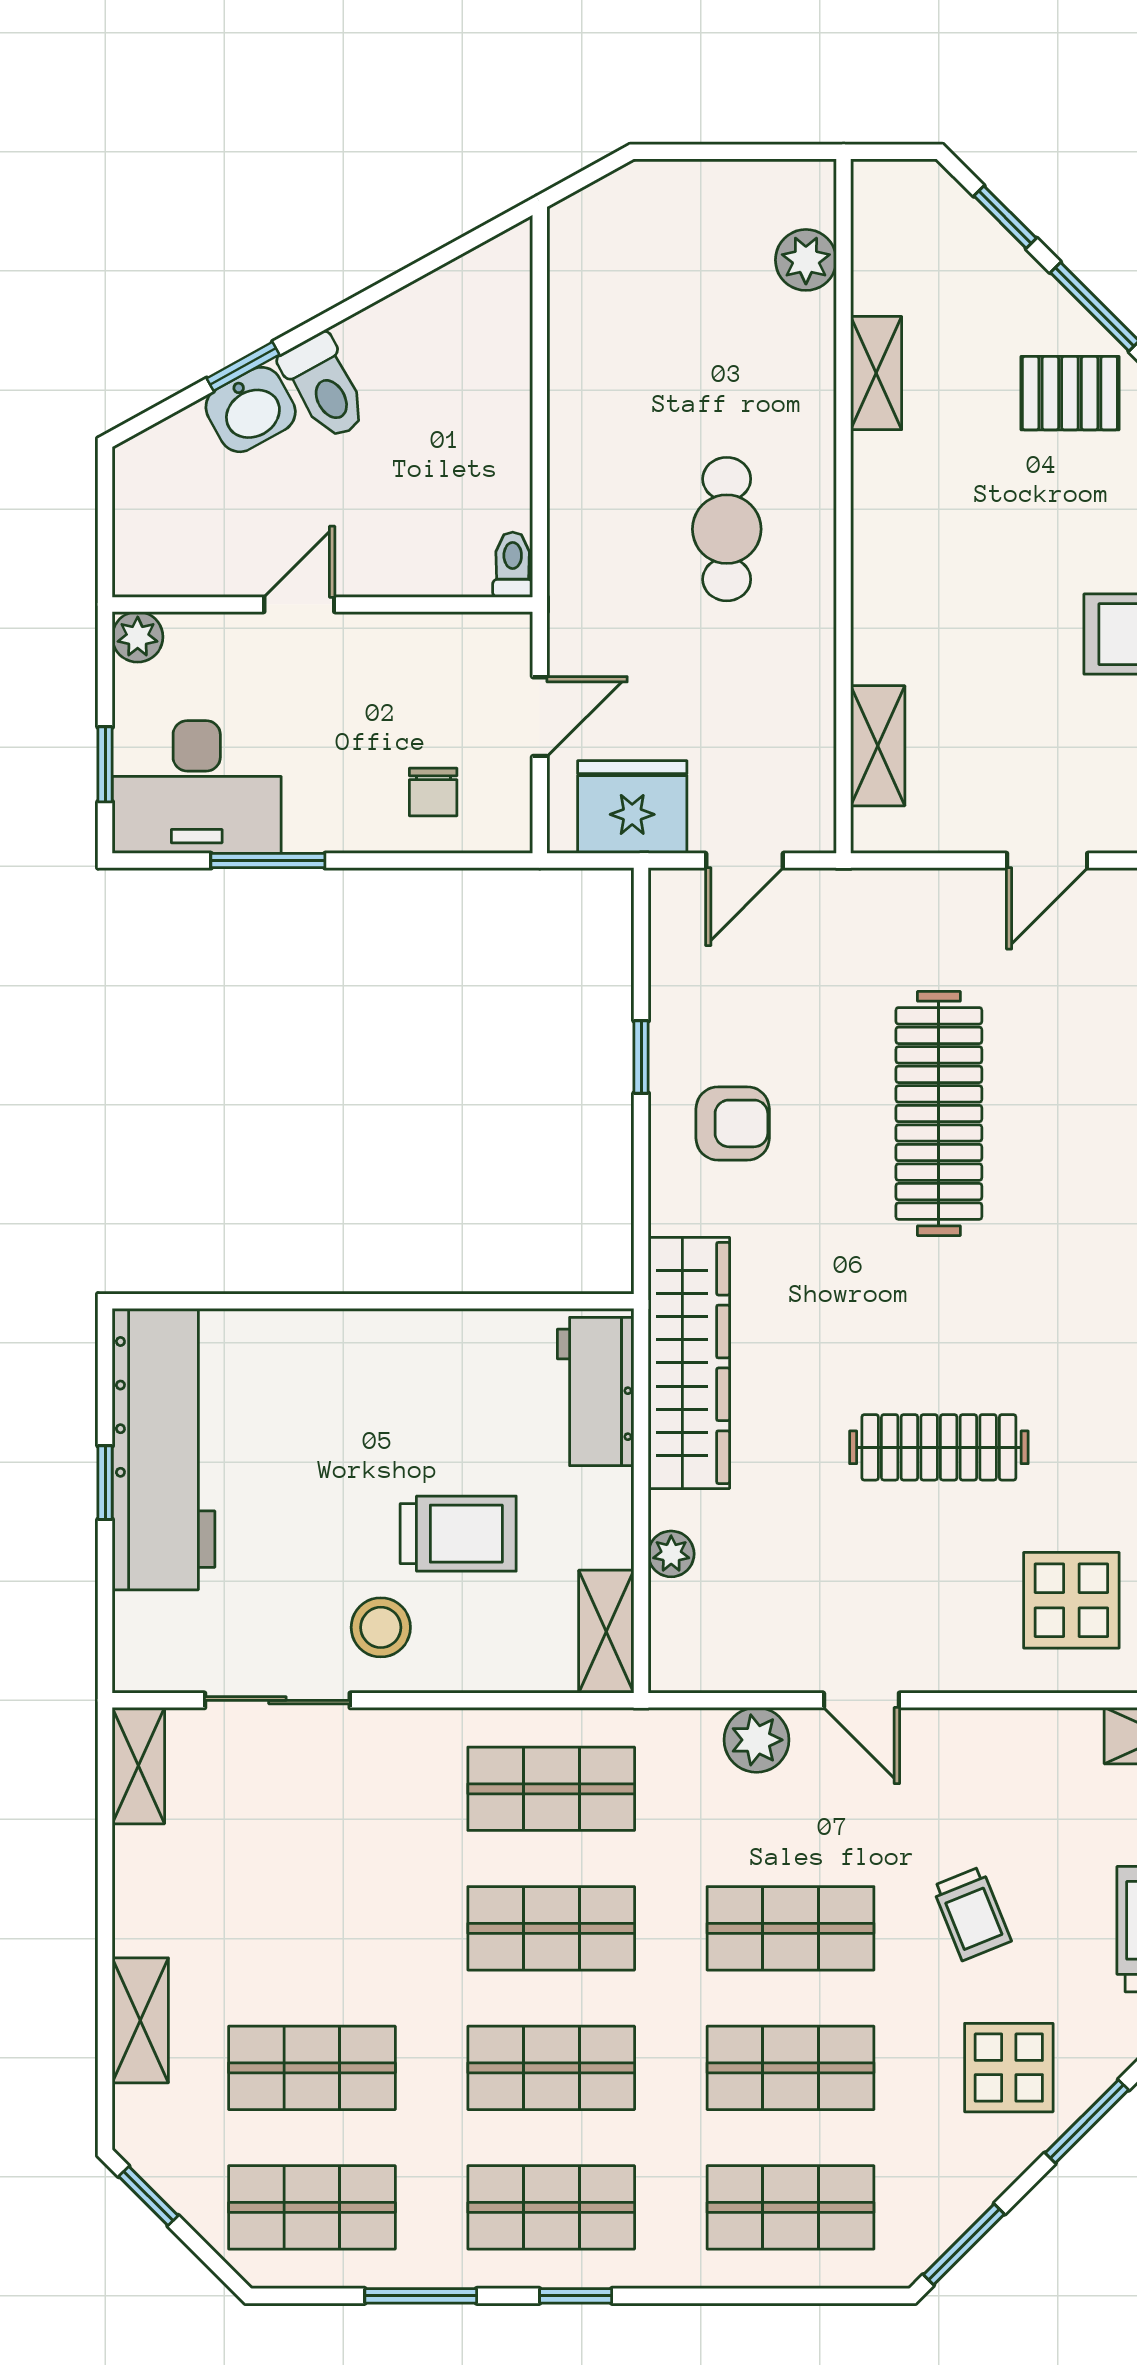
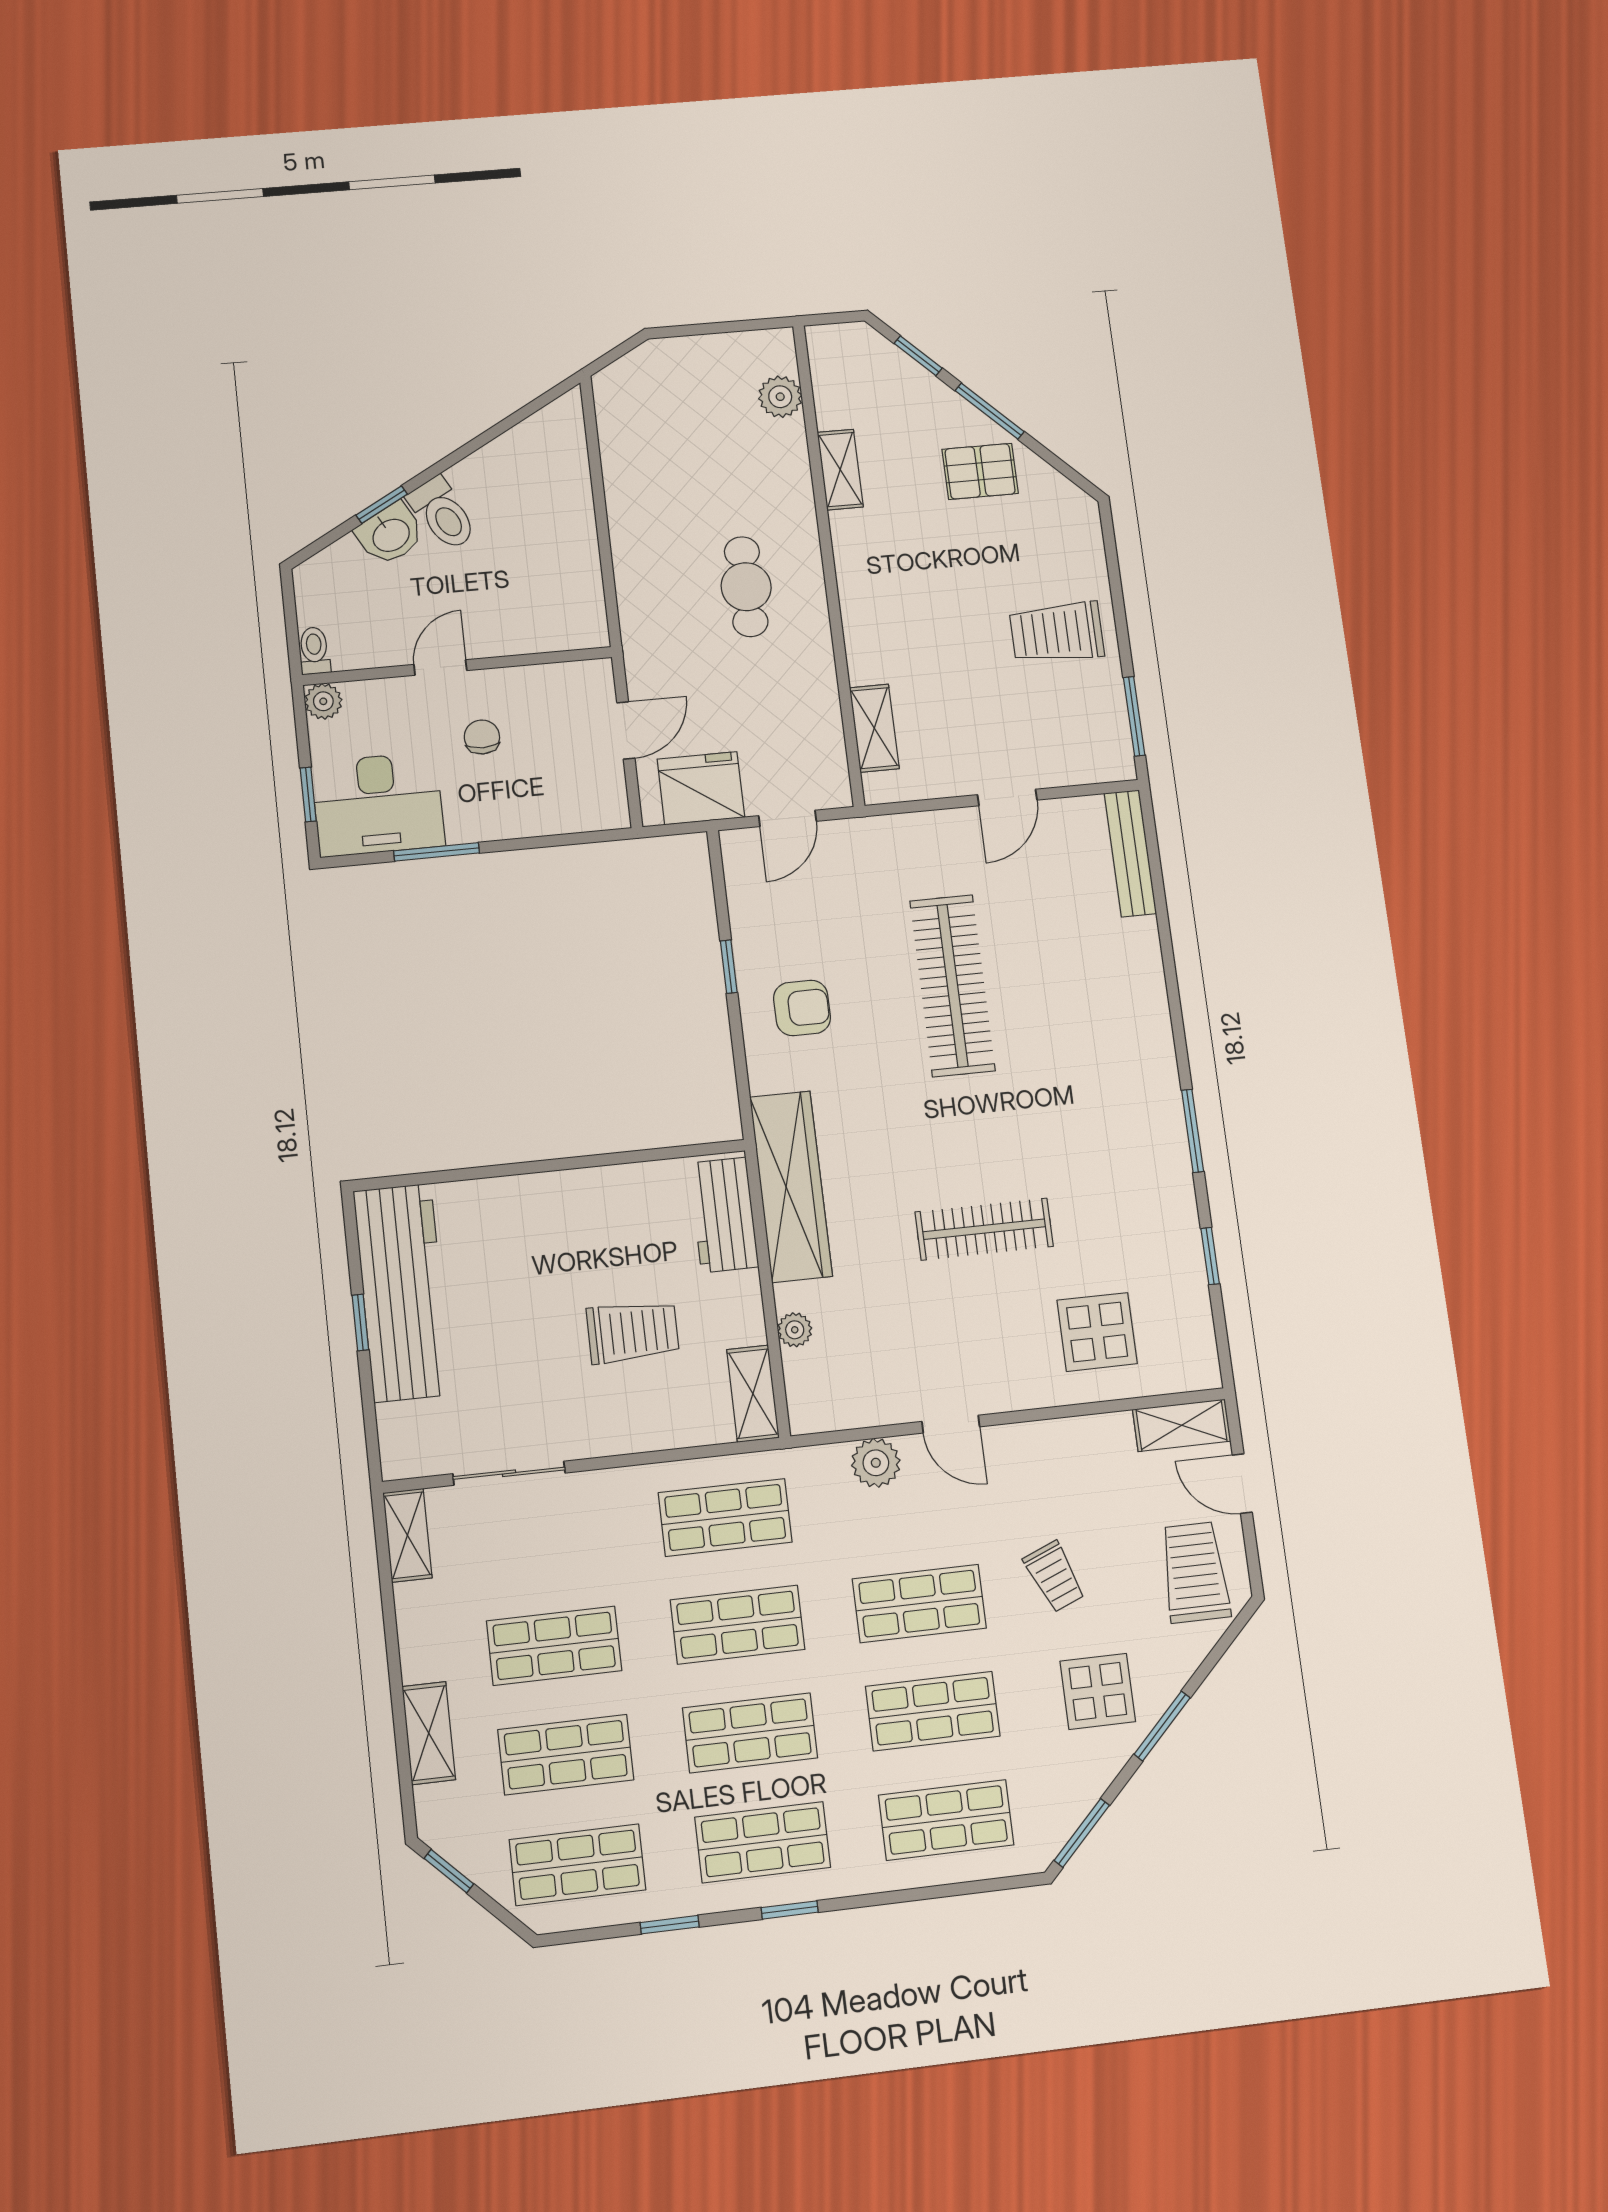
toilet: (513, 565) -> (314, 651), moved
chair: (433, 792) -> (482, 737), moved, turned 180
stool: (381, 1627) -> (582, 1409), removed
shop shelf: (312, 1928) -> (554, 1646), added
window: (421, 2296) -> (670, 1925), width x0.67

